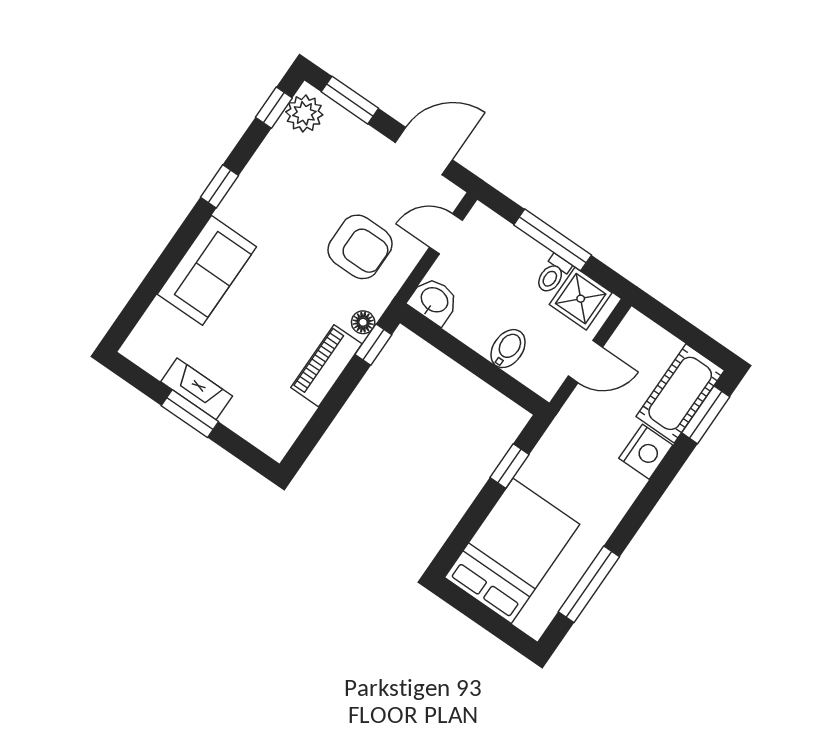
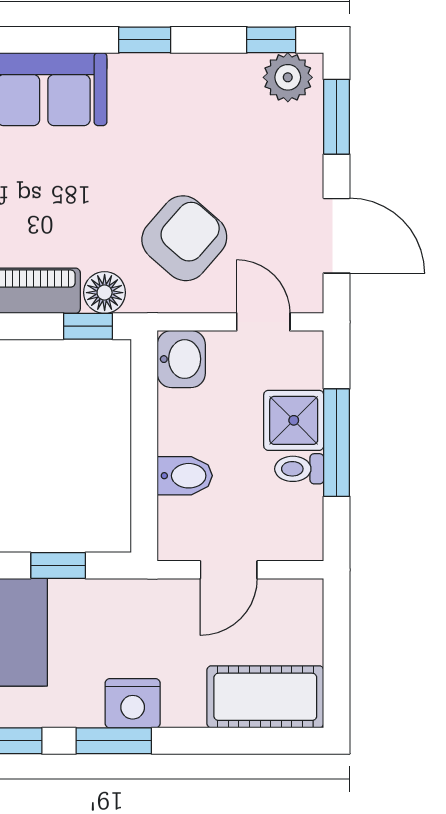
armchair: (360, 247) -> (184, 238), turned -139
shower: (581, 299) -> (294, 420), moved
floor lamp: (363, 322) -> (105, 293), width x1.37, depth x1.37
door: (585, 362) -> (229, 570), hinge flipped
window: (706, 415) -> (114, 741), moved
nightstand: (646, 452) -> (133, 703), moved

